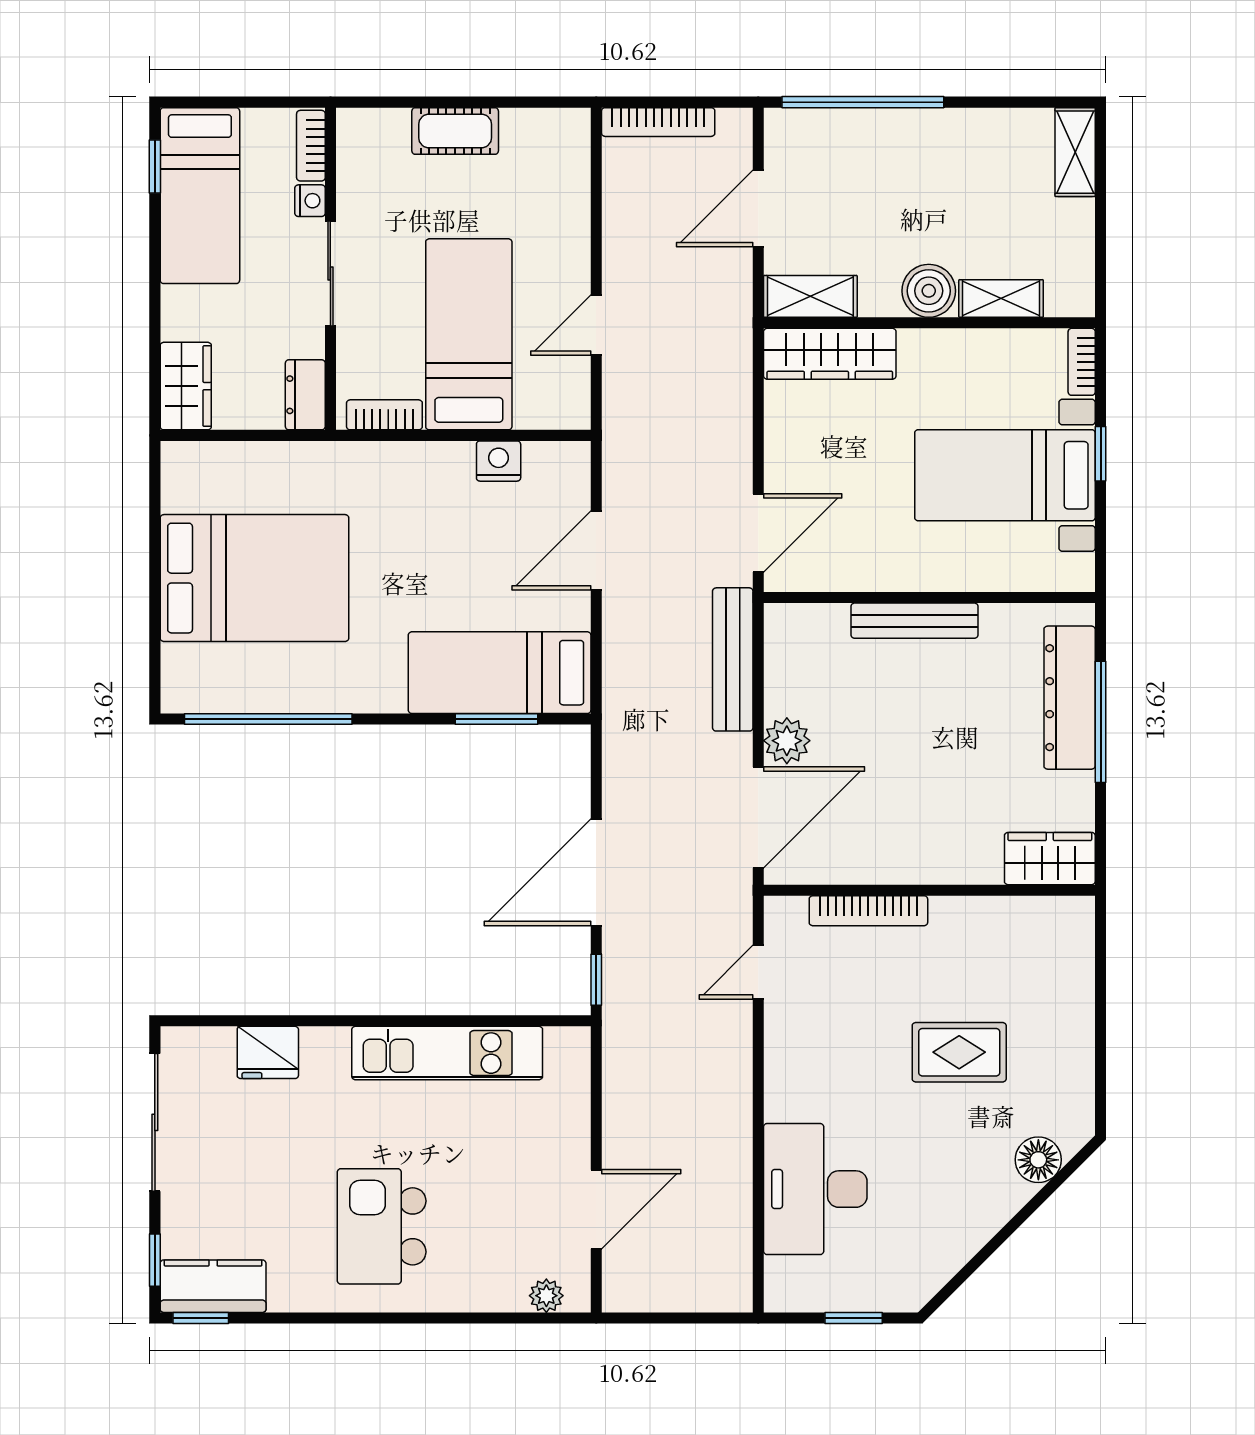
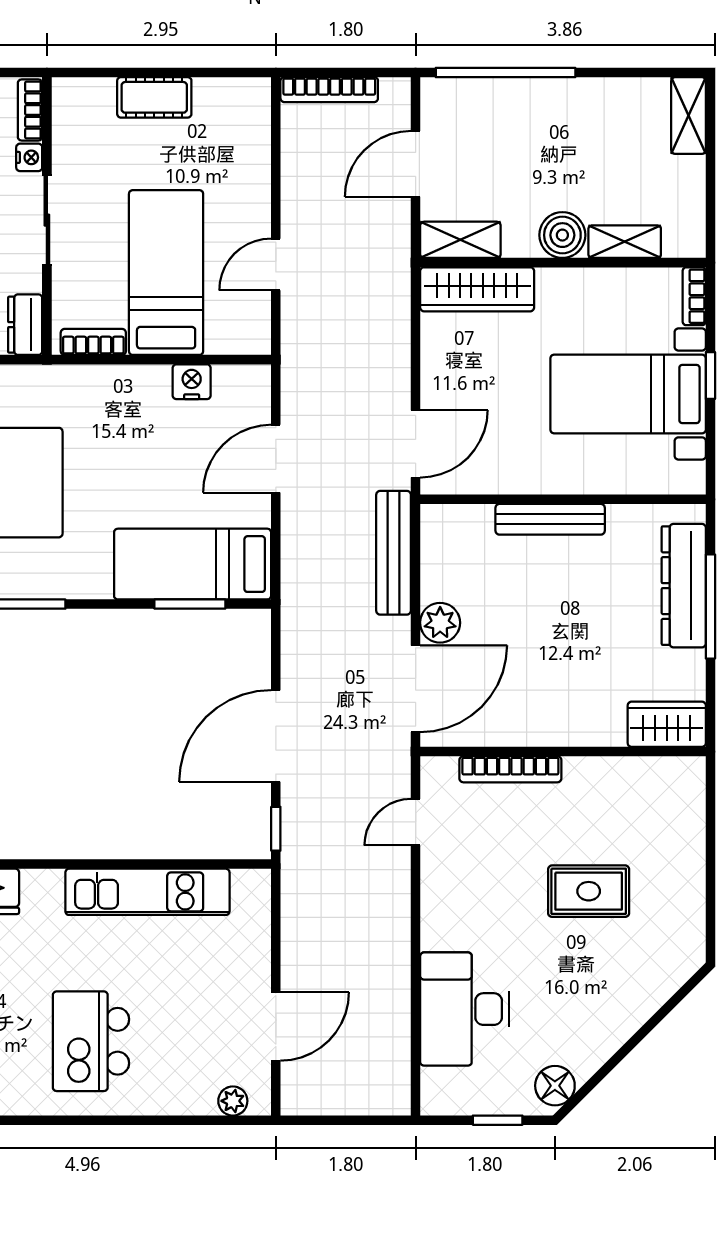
floor lamp: (1038, 1160) -> (555, 1086), moved

